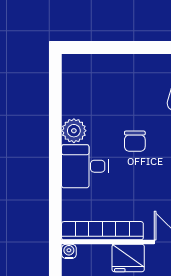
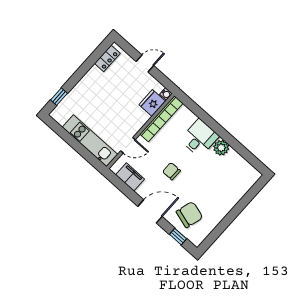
chair: (135, 141) -> (171, 171), moved
fridge: (128, 258) -> (152, 103), moved

